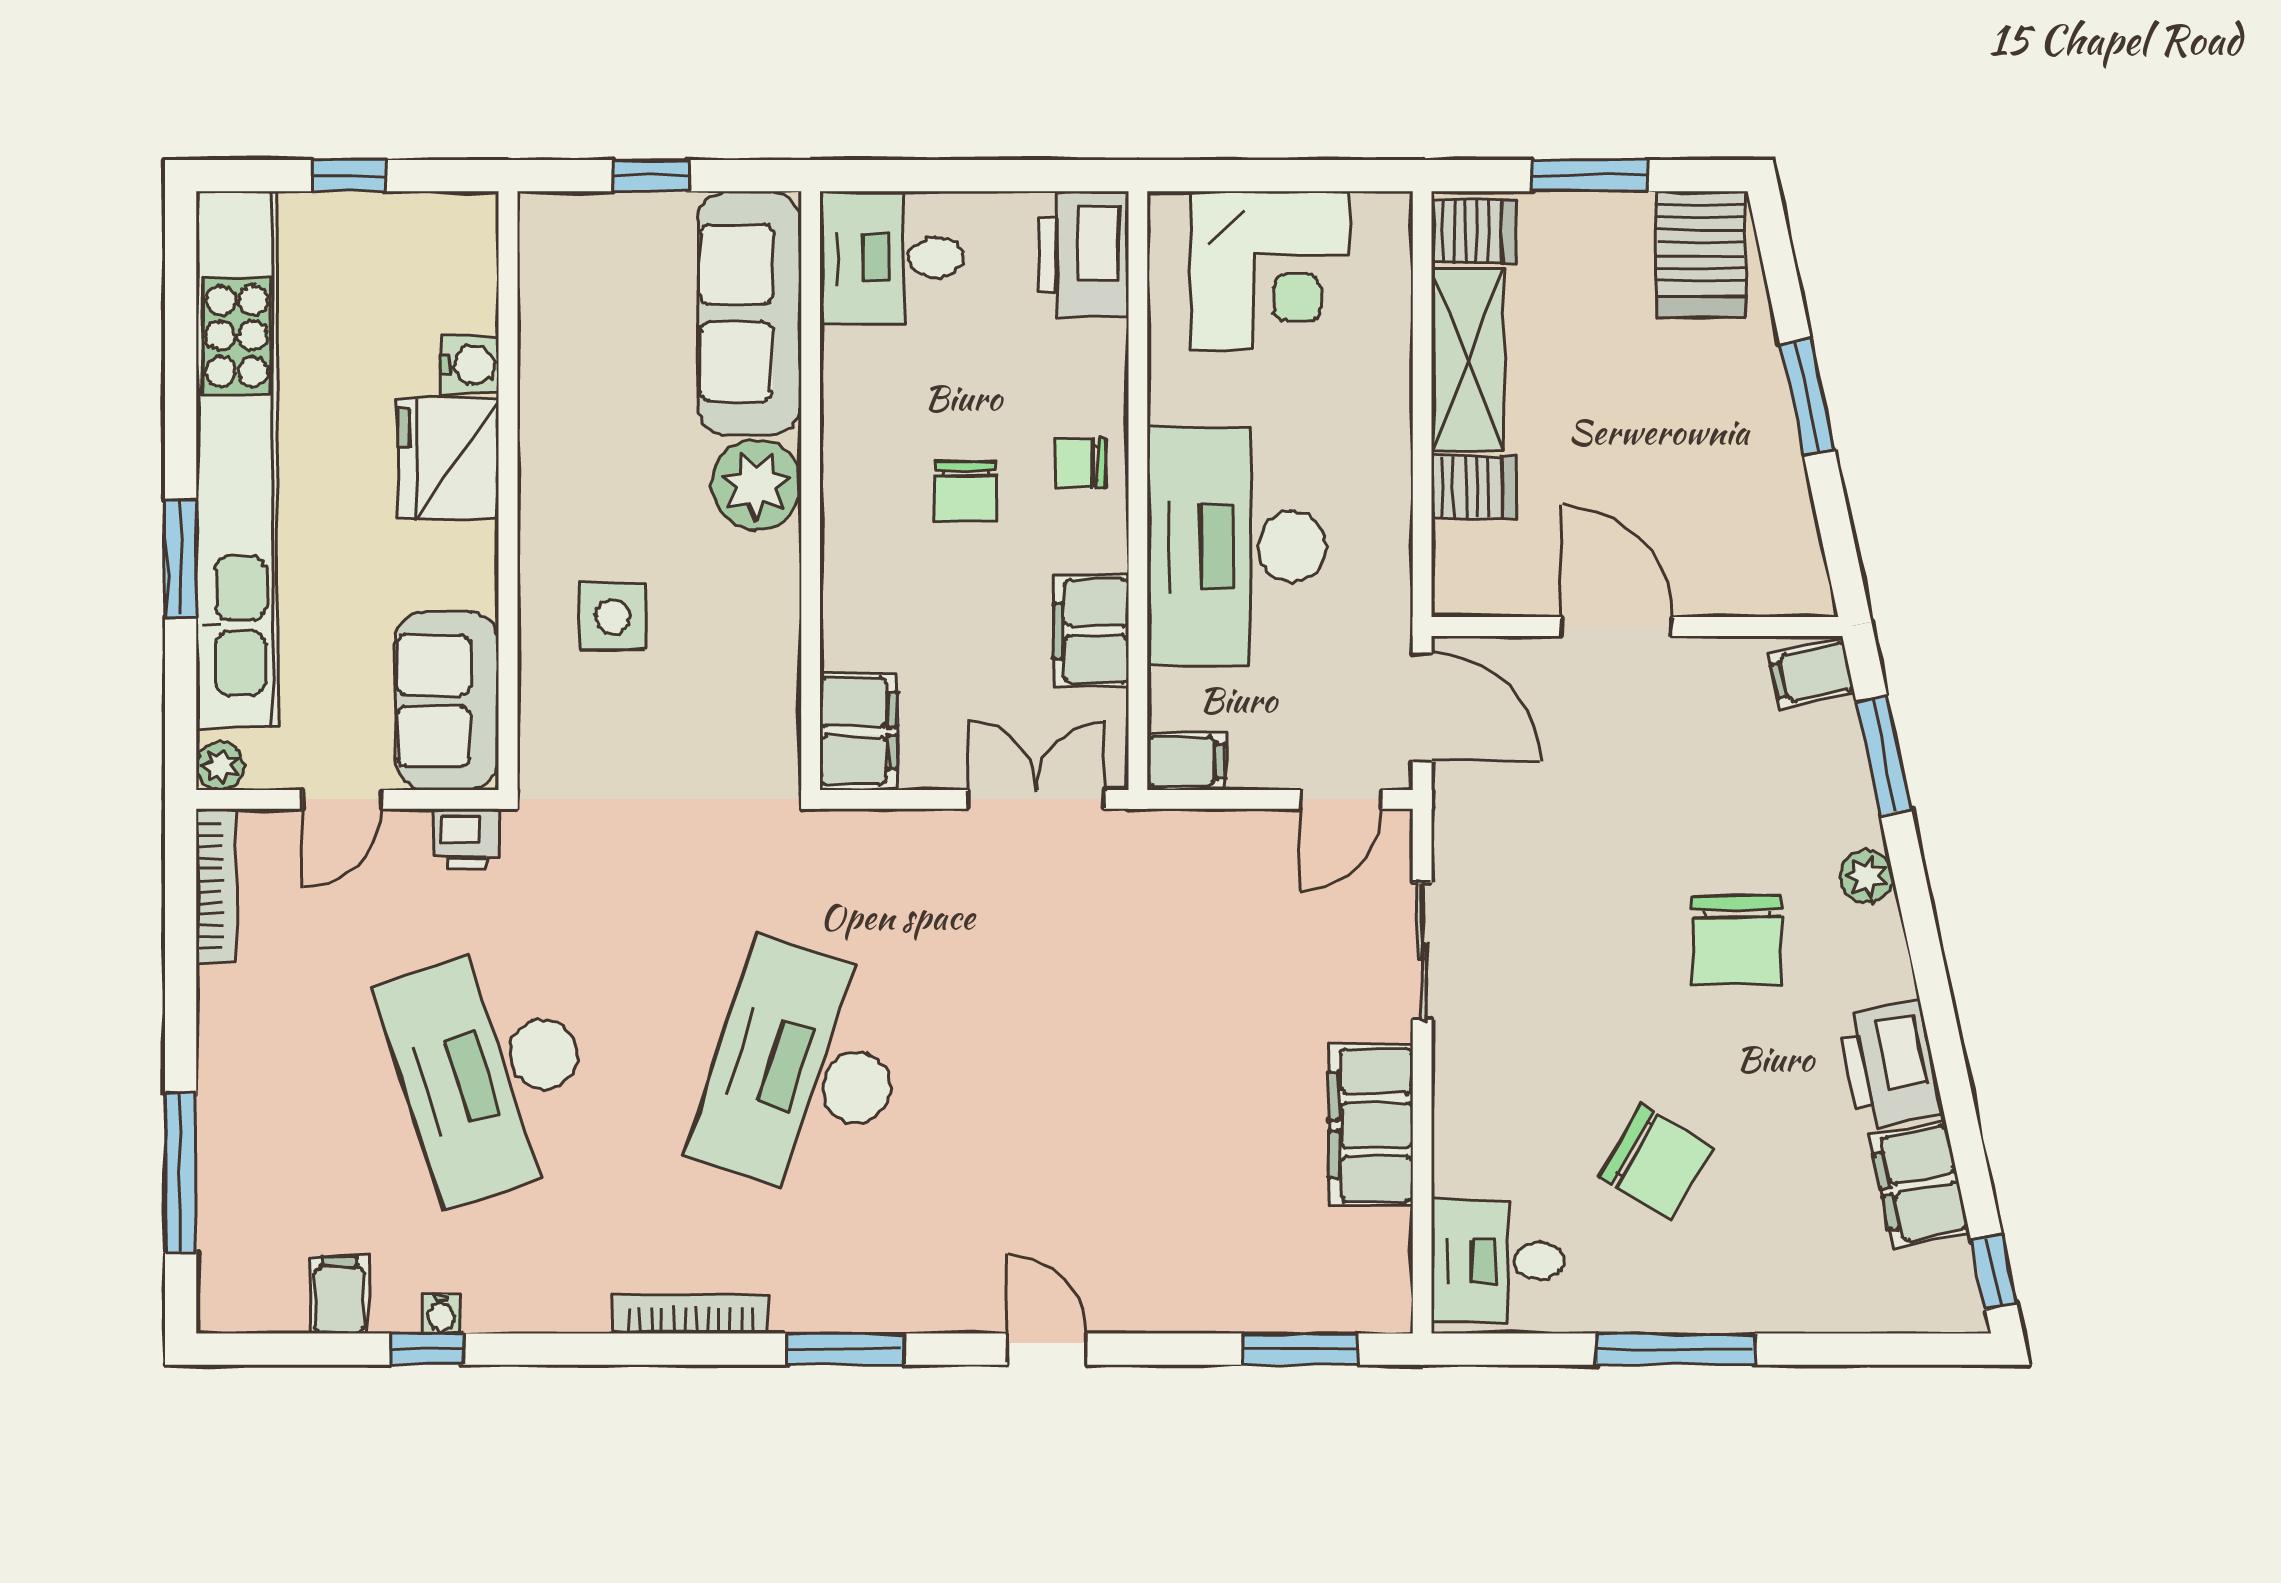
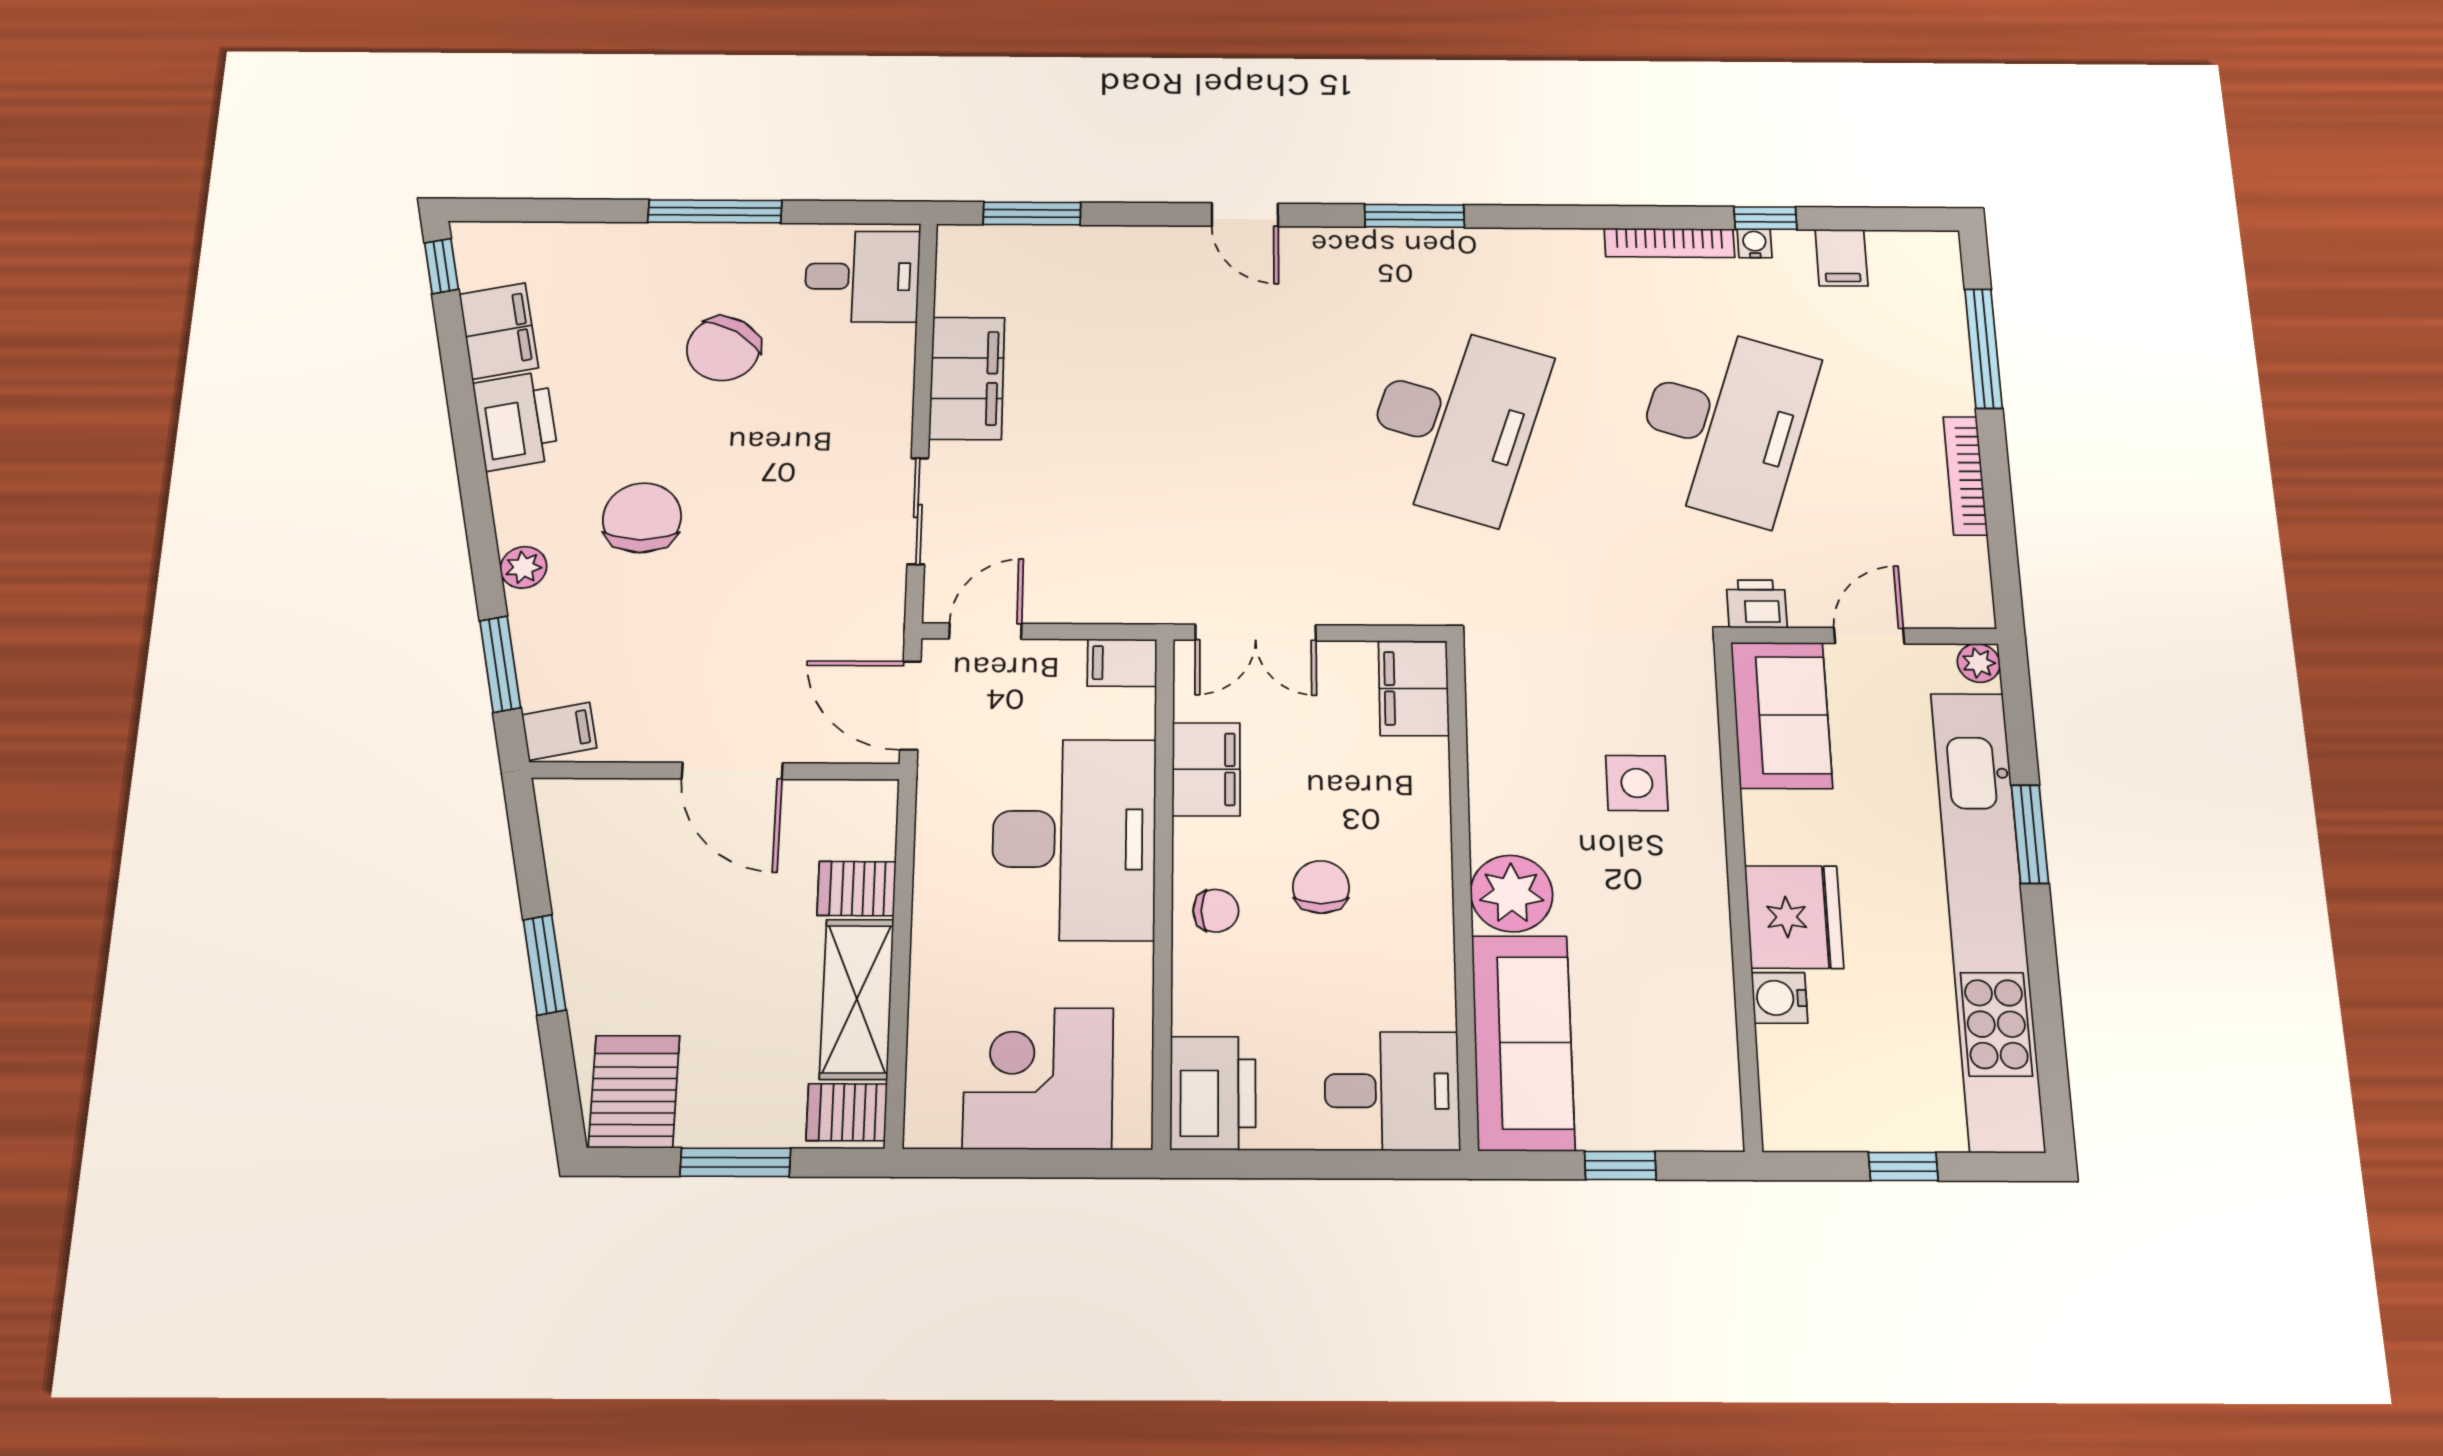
bookcase: (216, 886) -> (1965, 476), moved
desk: (491, 1071) -> (1724, 423), turned 36
chair: (1656, 1162) -> (723, 349), turned -88
bookcase: (690, 1314) -> (1669, 243), moved

